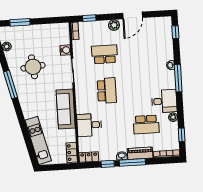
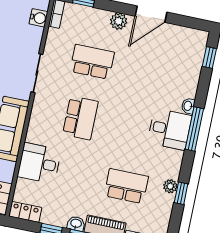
water cooler: (65, 50) -> (39, 18), moved
desk: (164, 101) -> (170, 129), moved
school desk: (146, 124) -> (126, 186), turned 180
window: (182, 135) -> (181, 193), moved

